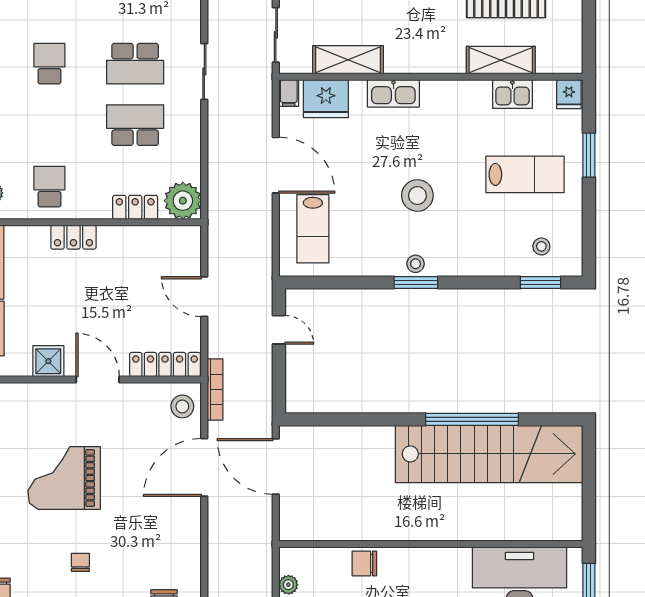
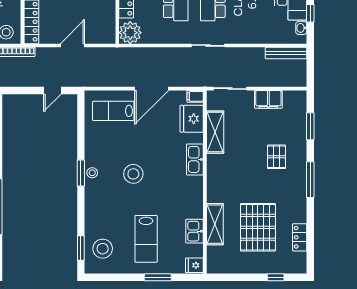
stool: (541, 246) -> (103, 249), width x1.89, depth x1.89

